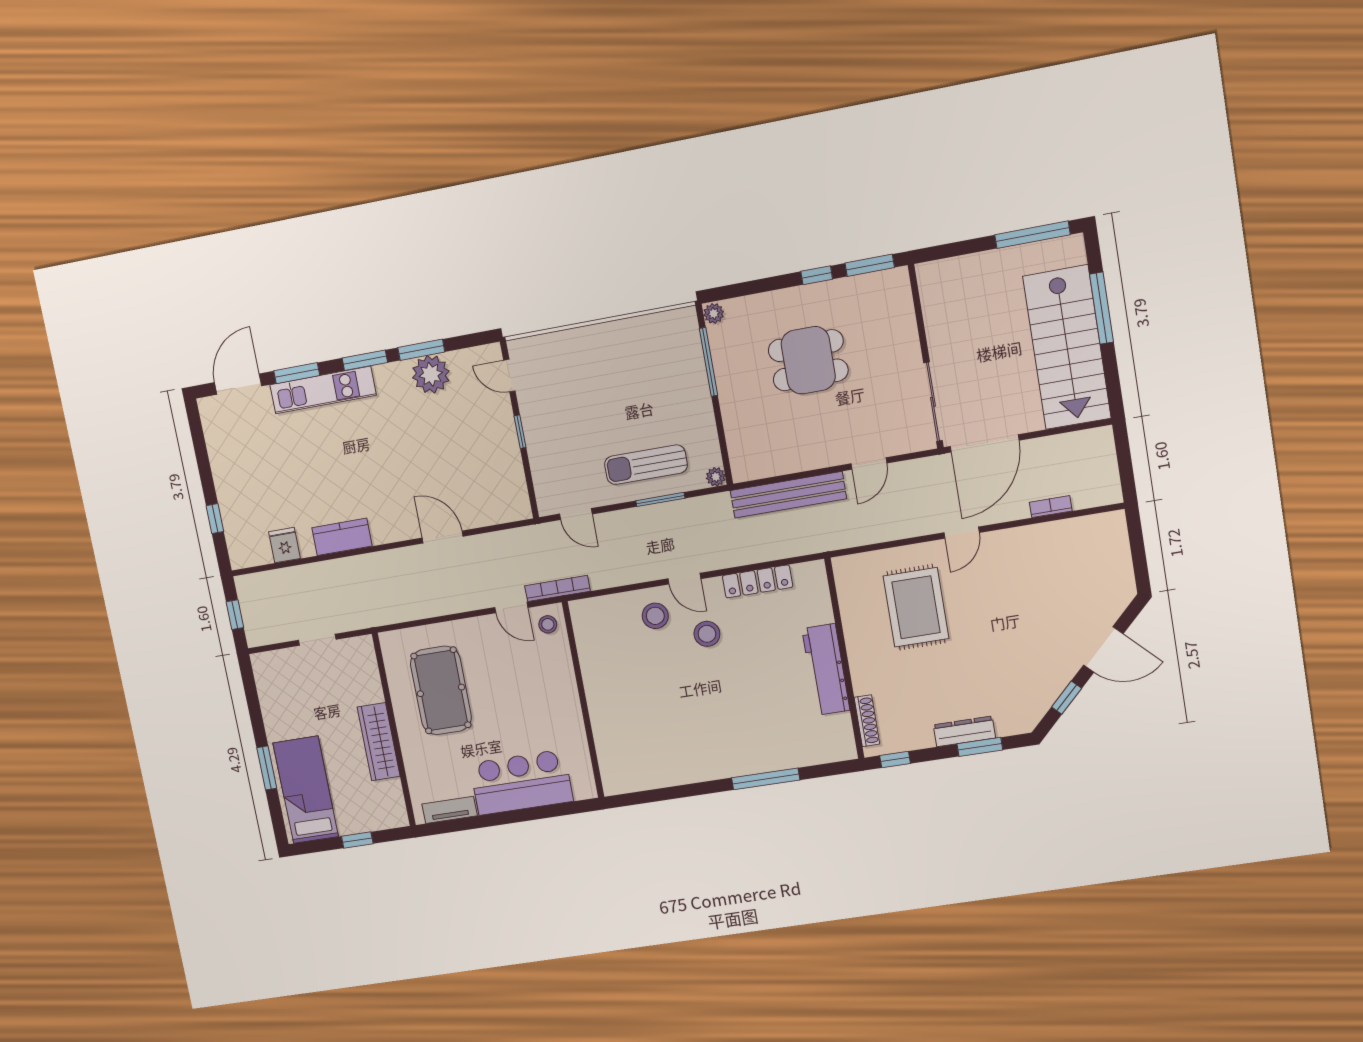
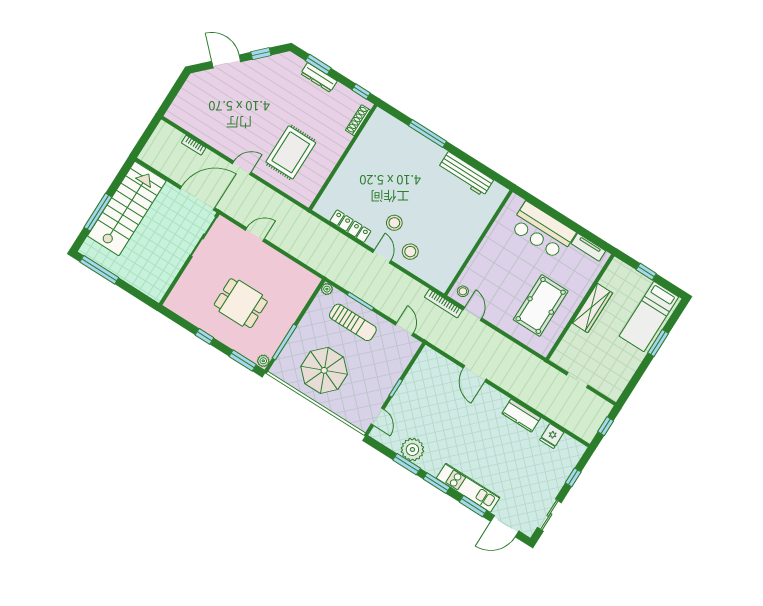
window: (870, 265) -> (243, 361), moved
parasol: (627, 372) -> (324, 370), added
sliding door: (200, 447) -> (549, 515), added
bench: (788, 495) -> (302, 252), removed
workbench: (826, 669) -> (466, 174), moved, turned 90

